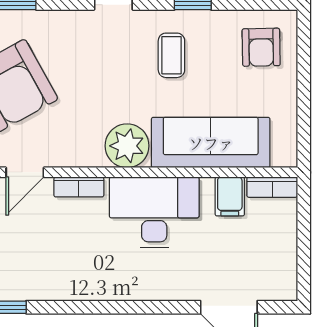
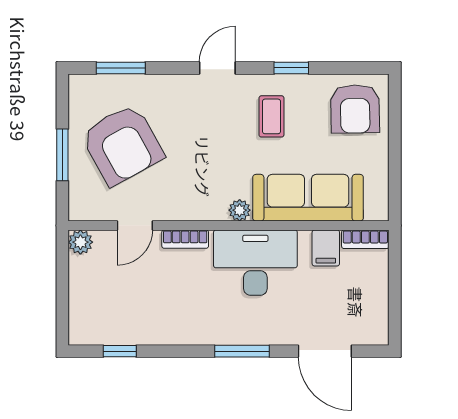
armchair: (261, 47) -> (355, 109), width x1.38, depth x1.38
plant: (127, 146) -> (240, 210), width x0.53, depth x0.53
window: (140, 307) -> (242, 351), added

